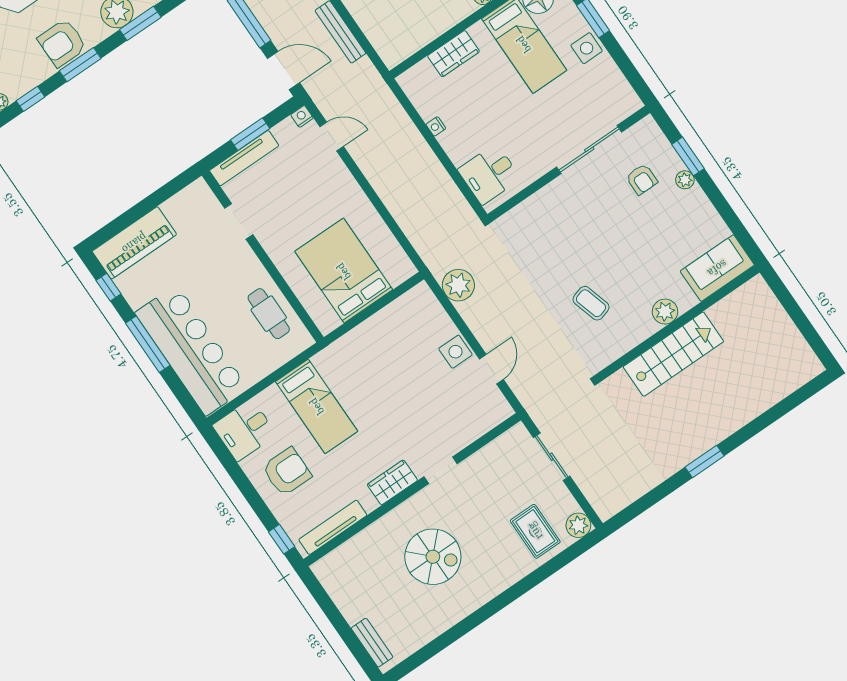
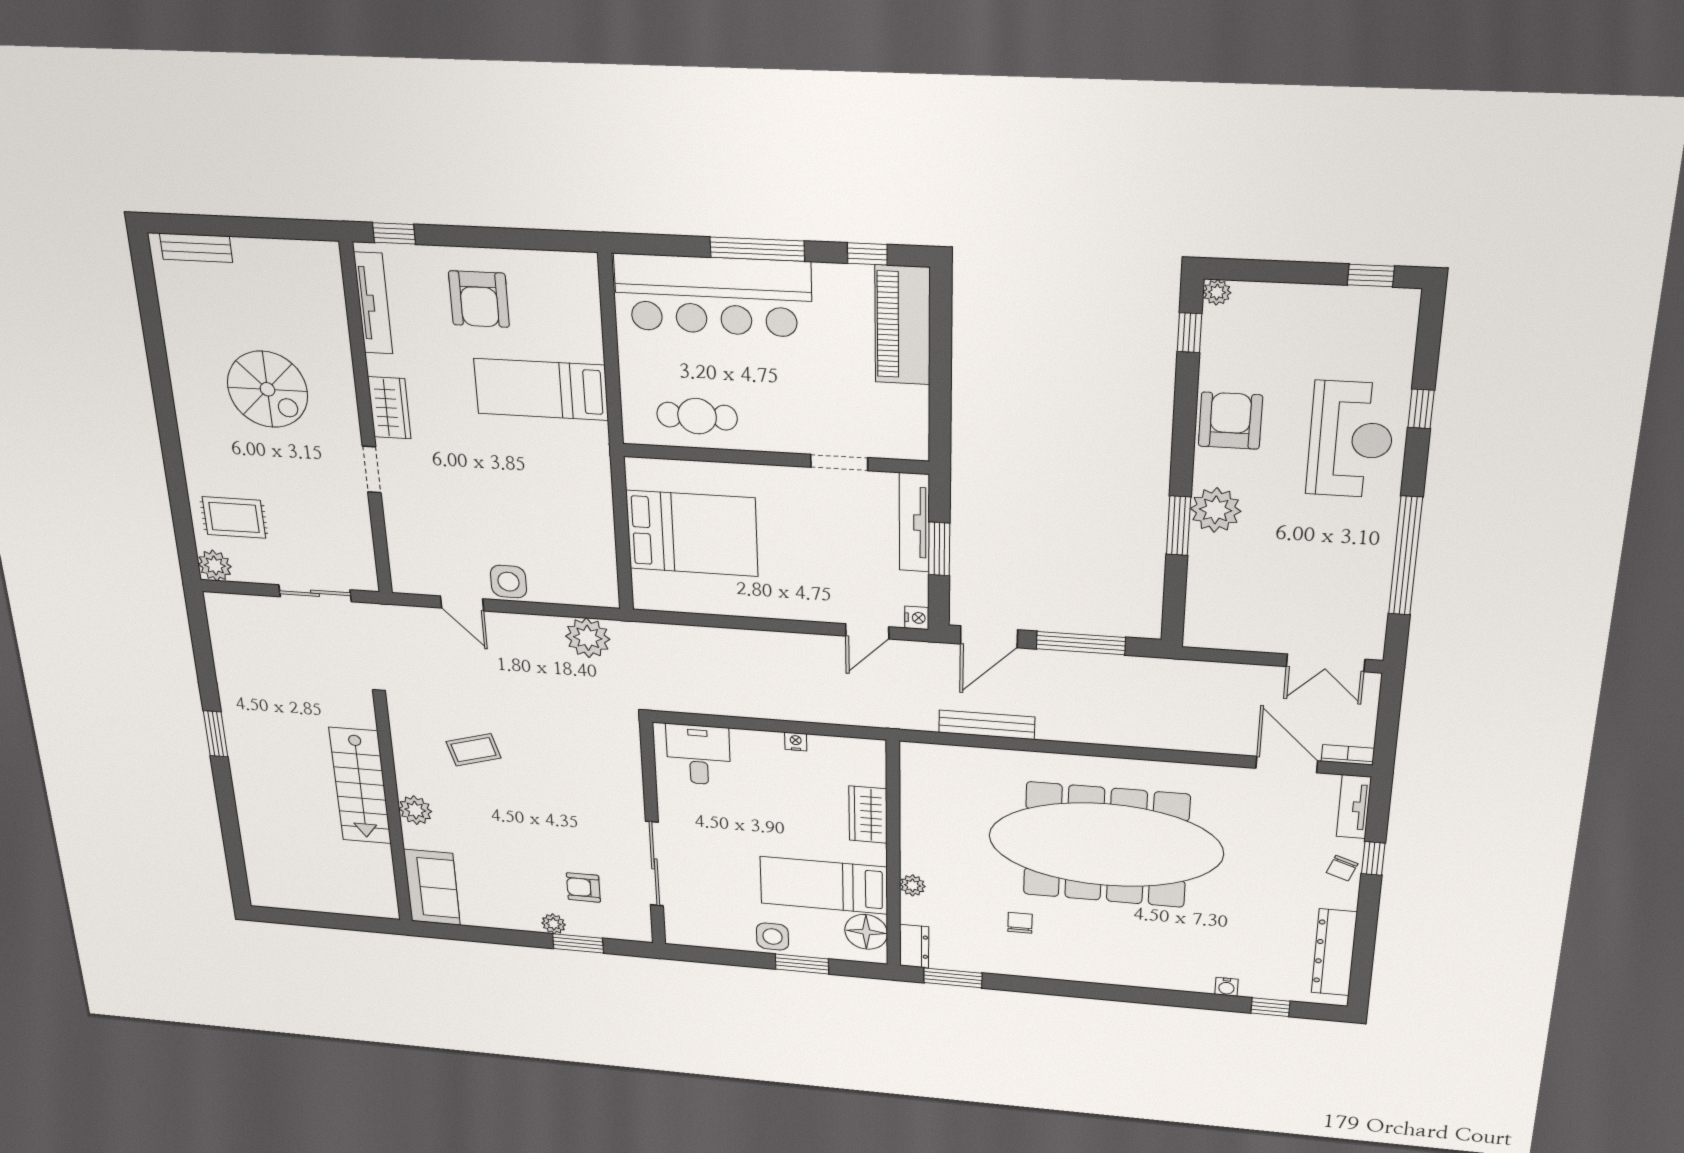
window: (80, 65) -> (1184, 422), removed
desk: (245, 430) -> (565, 287), removed
spiral stairs: (433, 557) -> (267, 389), turned -90

